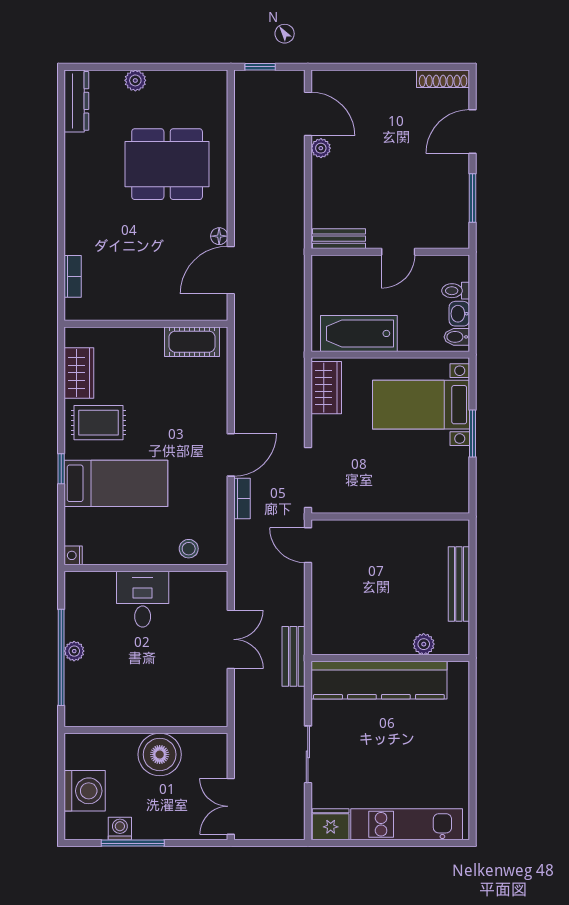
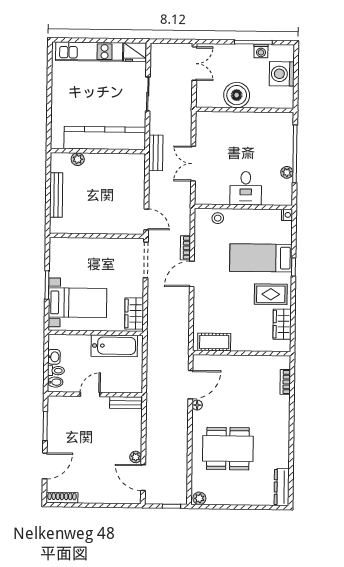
plant: (135, 80) -> (199, 498), moved
bidet: (457, 337) -> (55, 382), moved
plant: (74, 651) -> (287, 172), moved

